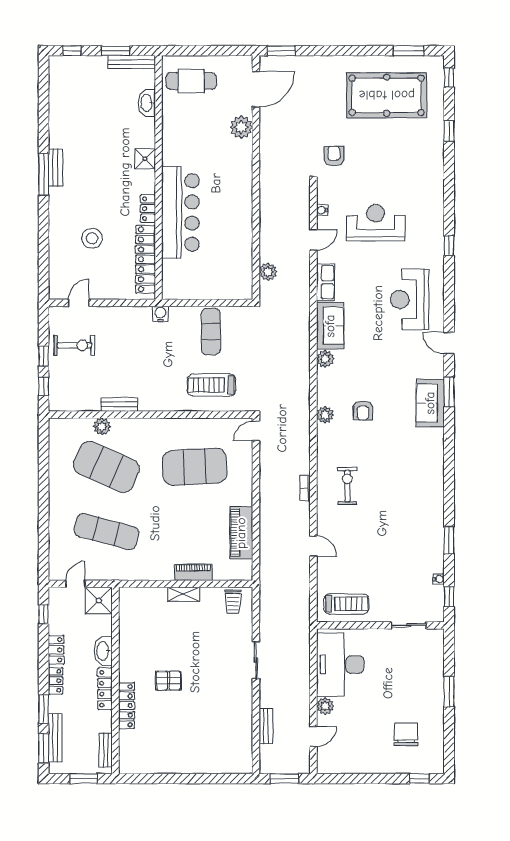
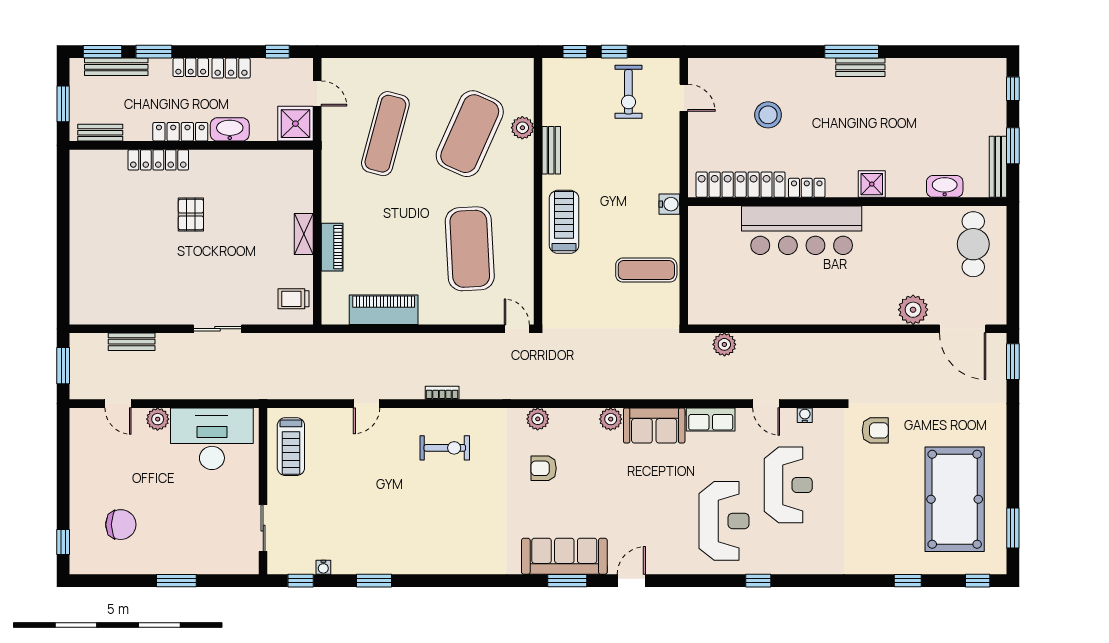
reception desk: (410, 300) -> (724, 521), moved, turned 90
treadmill: (212, 385) -> (564, 222), moved
sofa: (430, 403) -> (564, 556), width x1.36

